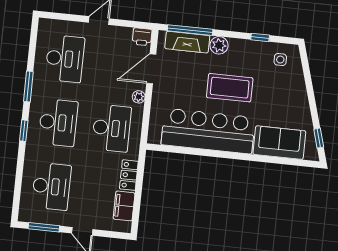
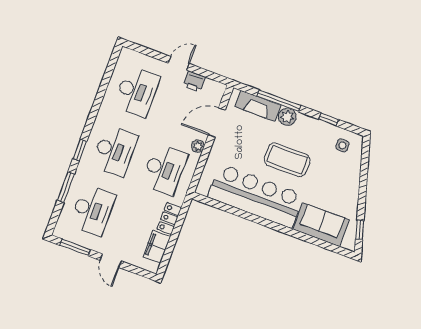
window: (190, 30) -> (279, 101), moved
printer: (142, 37) -> (194, 81), moved
window: (28, 86) -> (66, 187), moved

